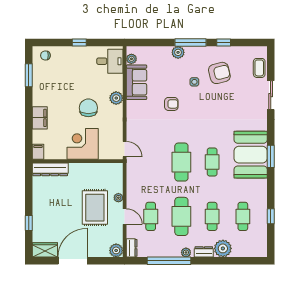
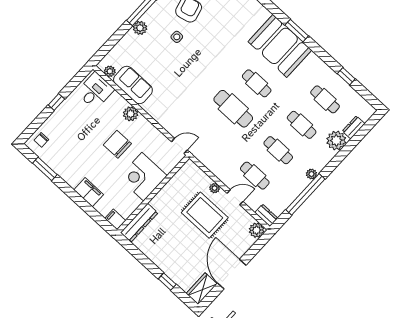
armchair: (171, 104) -> (177, 73), removed
cafe table: (181, 216) -> (278, 150), width x0.73, depth x0.74
dresser: (204, 252) -> (354, 127), moved

